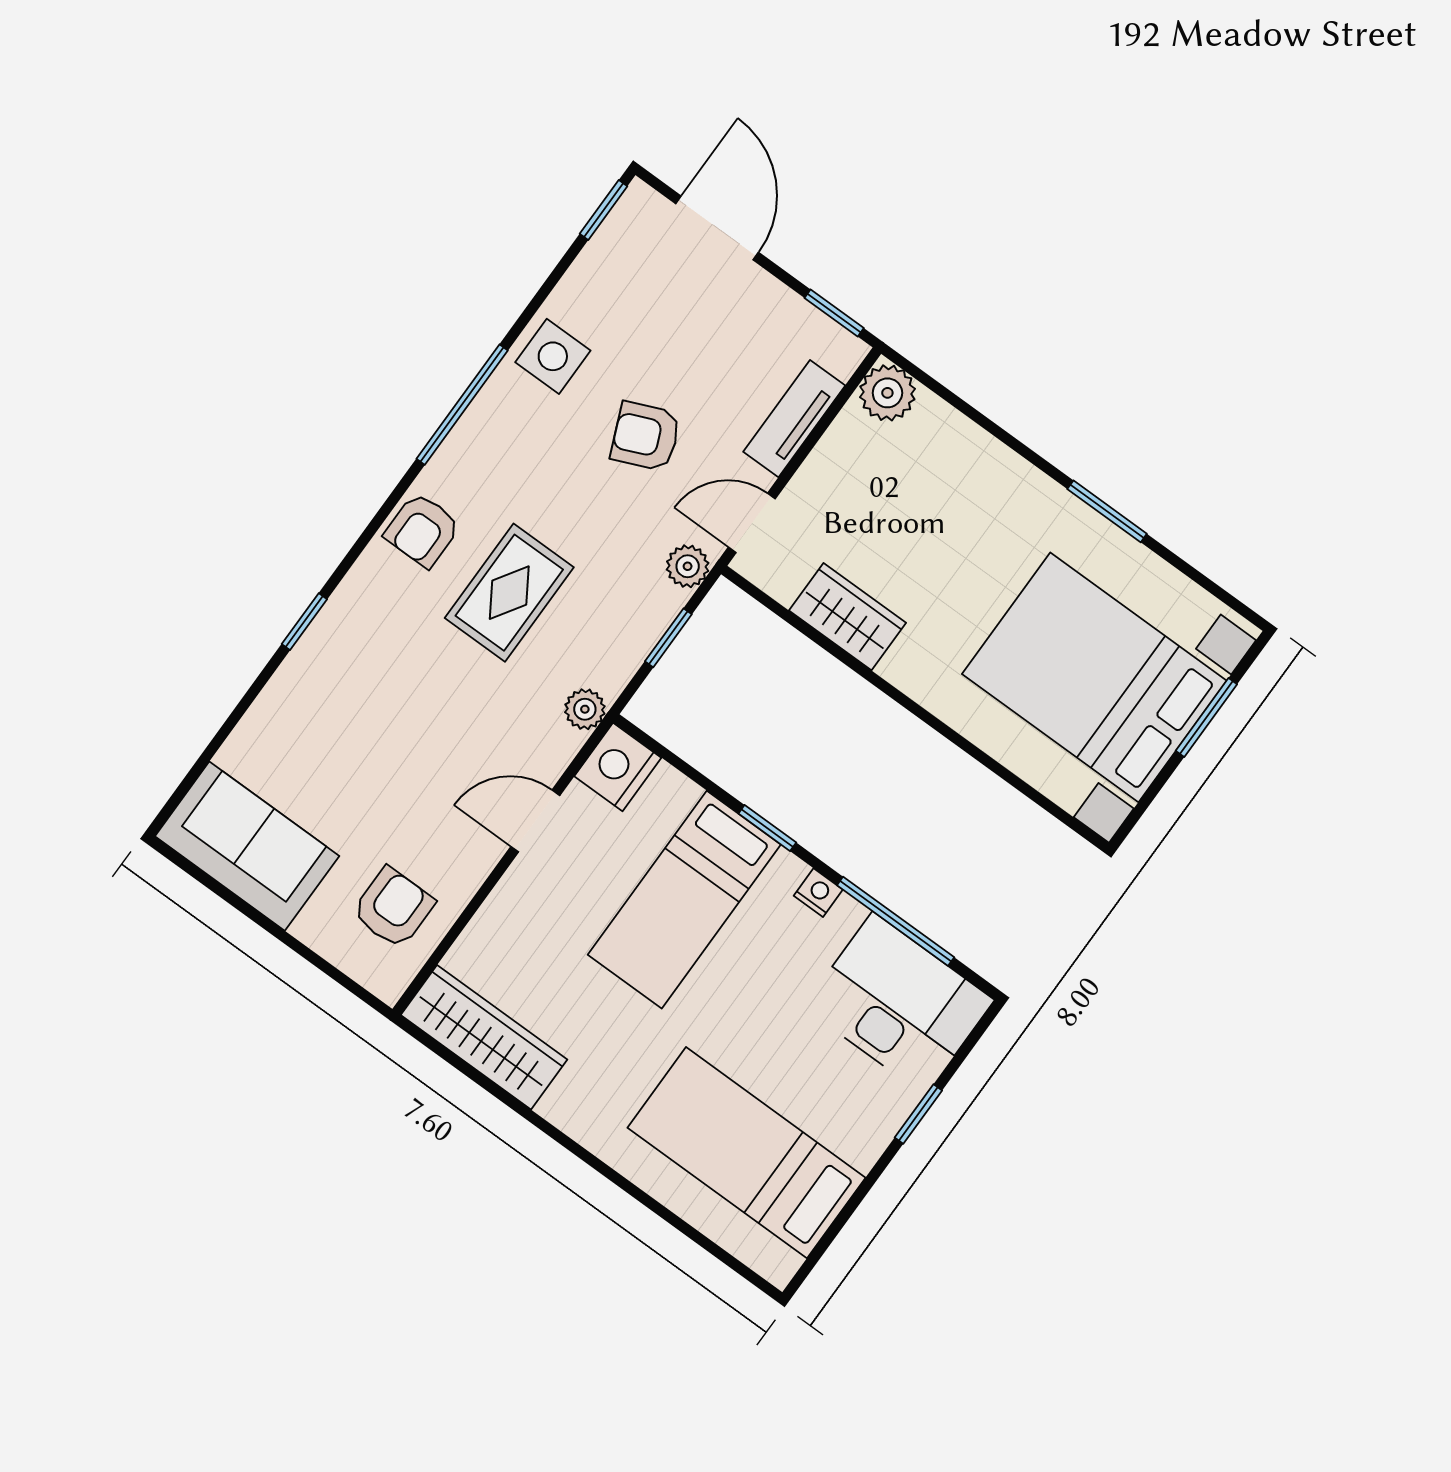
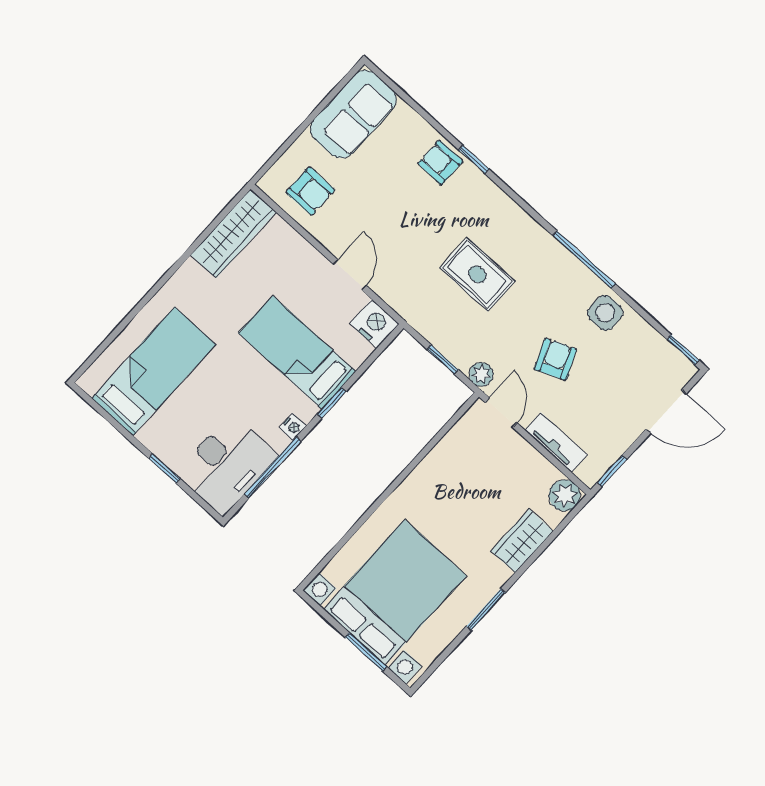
armchair: (422, 530) -> (440, 162), moved
wardrobe: (848, 617) -> (522, 541), moved, turned 180
plant: (585, 709) -> (408, 309), removed

